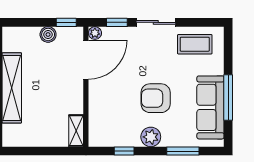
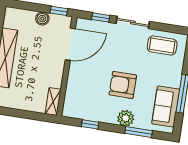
plant: (95, 33) -> (81, 23), removed
sofa: (210, 107) -> (166, 107), width x0.73
plant: (151, 137) -> (126, 118), moved

